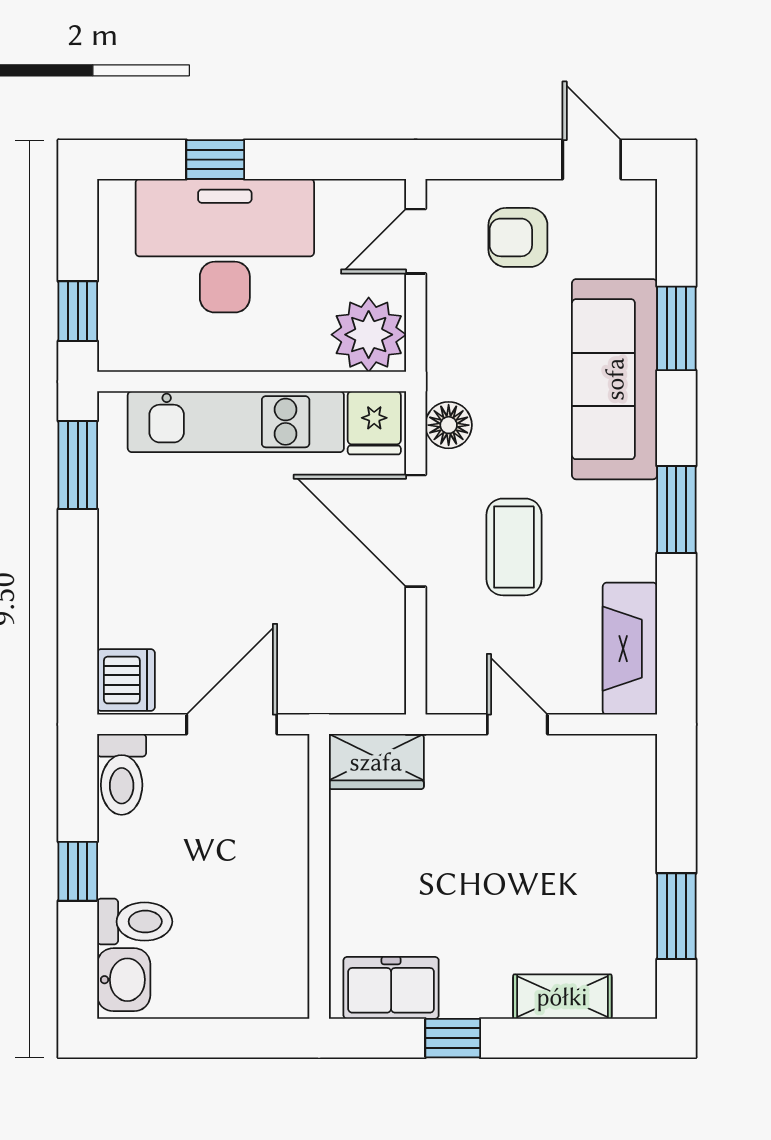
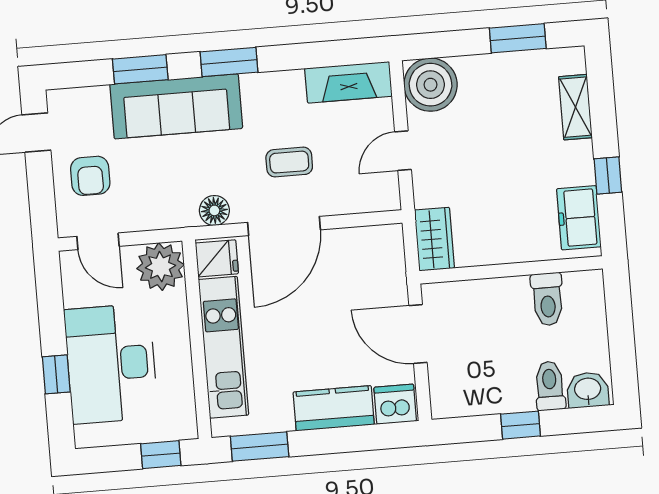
window: (676, 509) -> (229, 62), moved
coffee table: (514, 547) -> (289, 162), width x0.73, depth x0.77
kitchen counter: (128, 584) -> (334, 408), added
toilet: (122, 774) -> (547, 299), moved, turned 90
boiler: (616, 775) -> (431, 85), added

